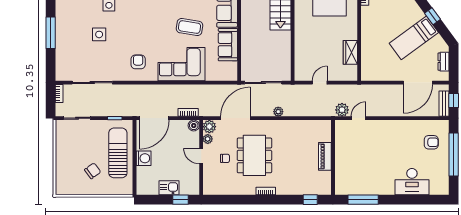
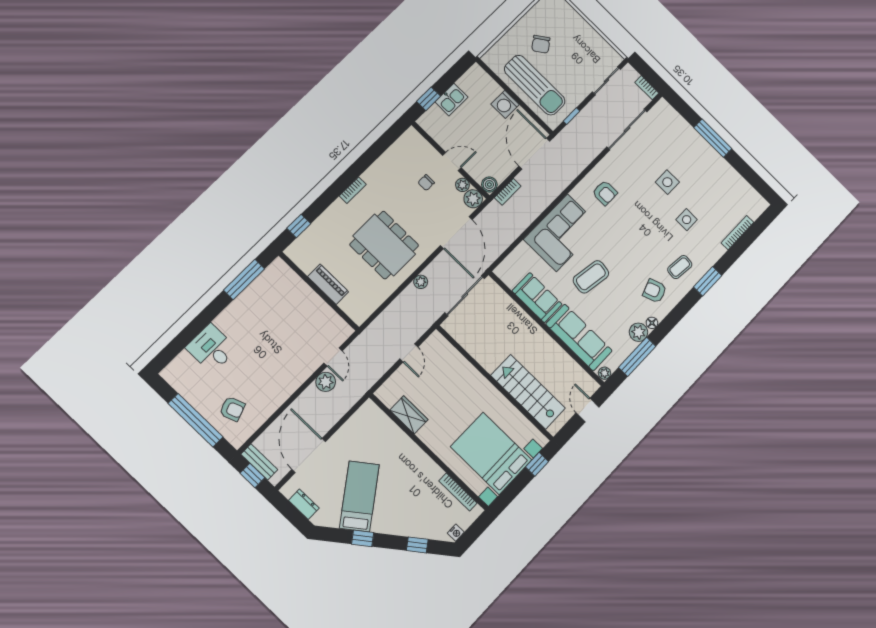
plant: (342, 110) -> (326, 382), moved
armchair: (431, 142) -> (232, 409), turned -110
dining table: (254, 155) -> (384, 245), moved
desk: (412, 182) -> (211, 348), width x0.73

